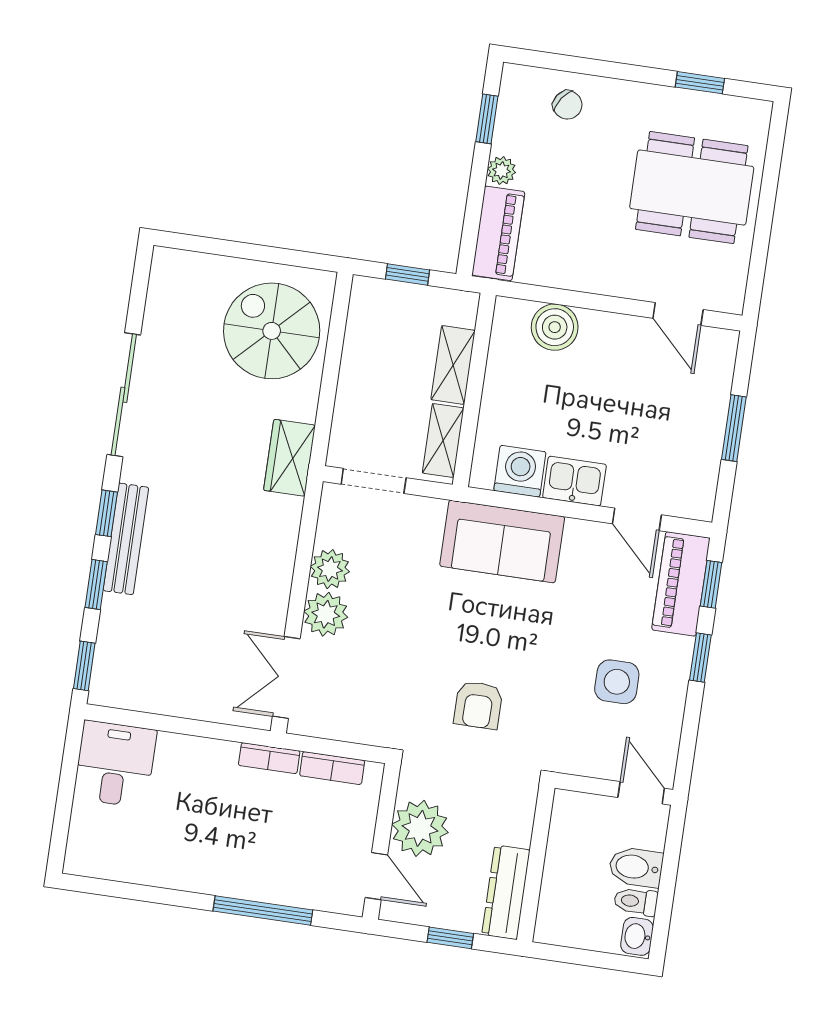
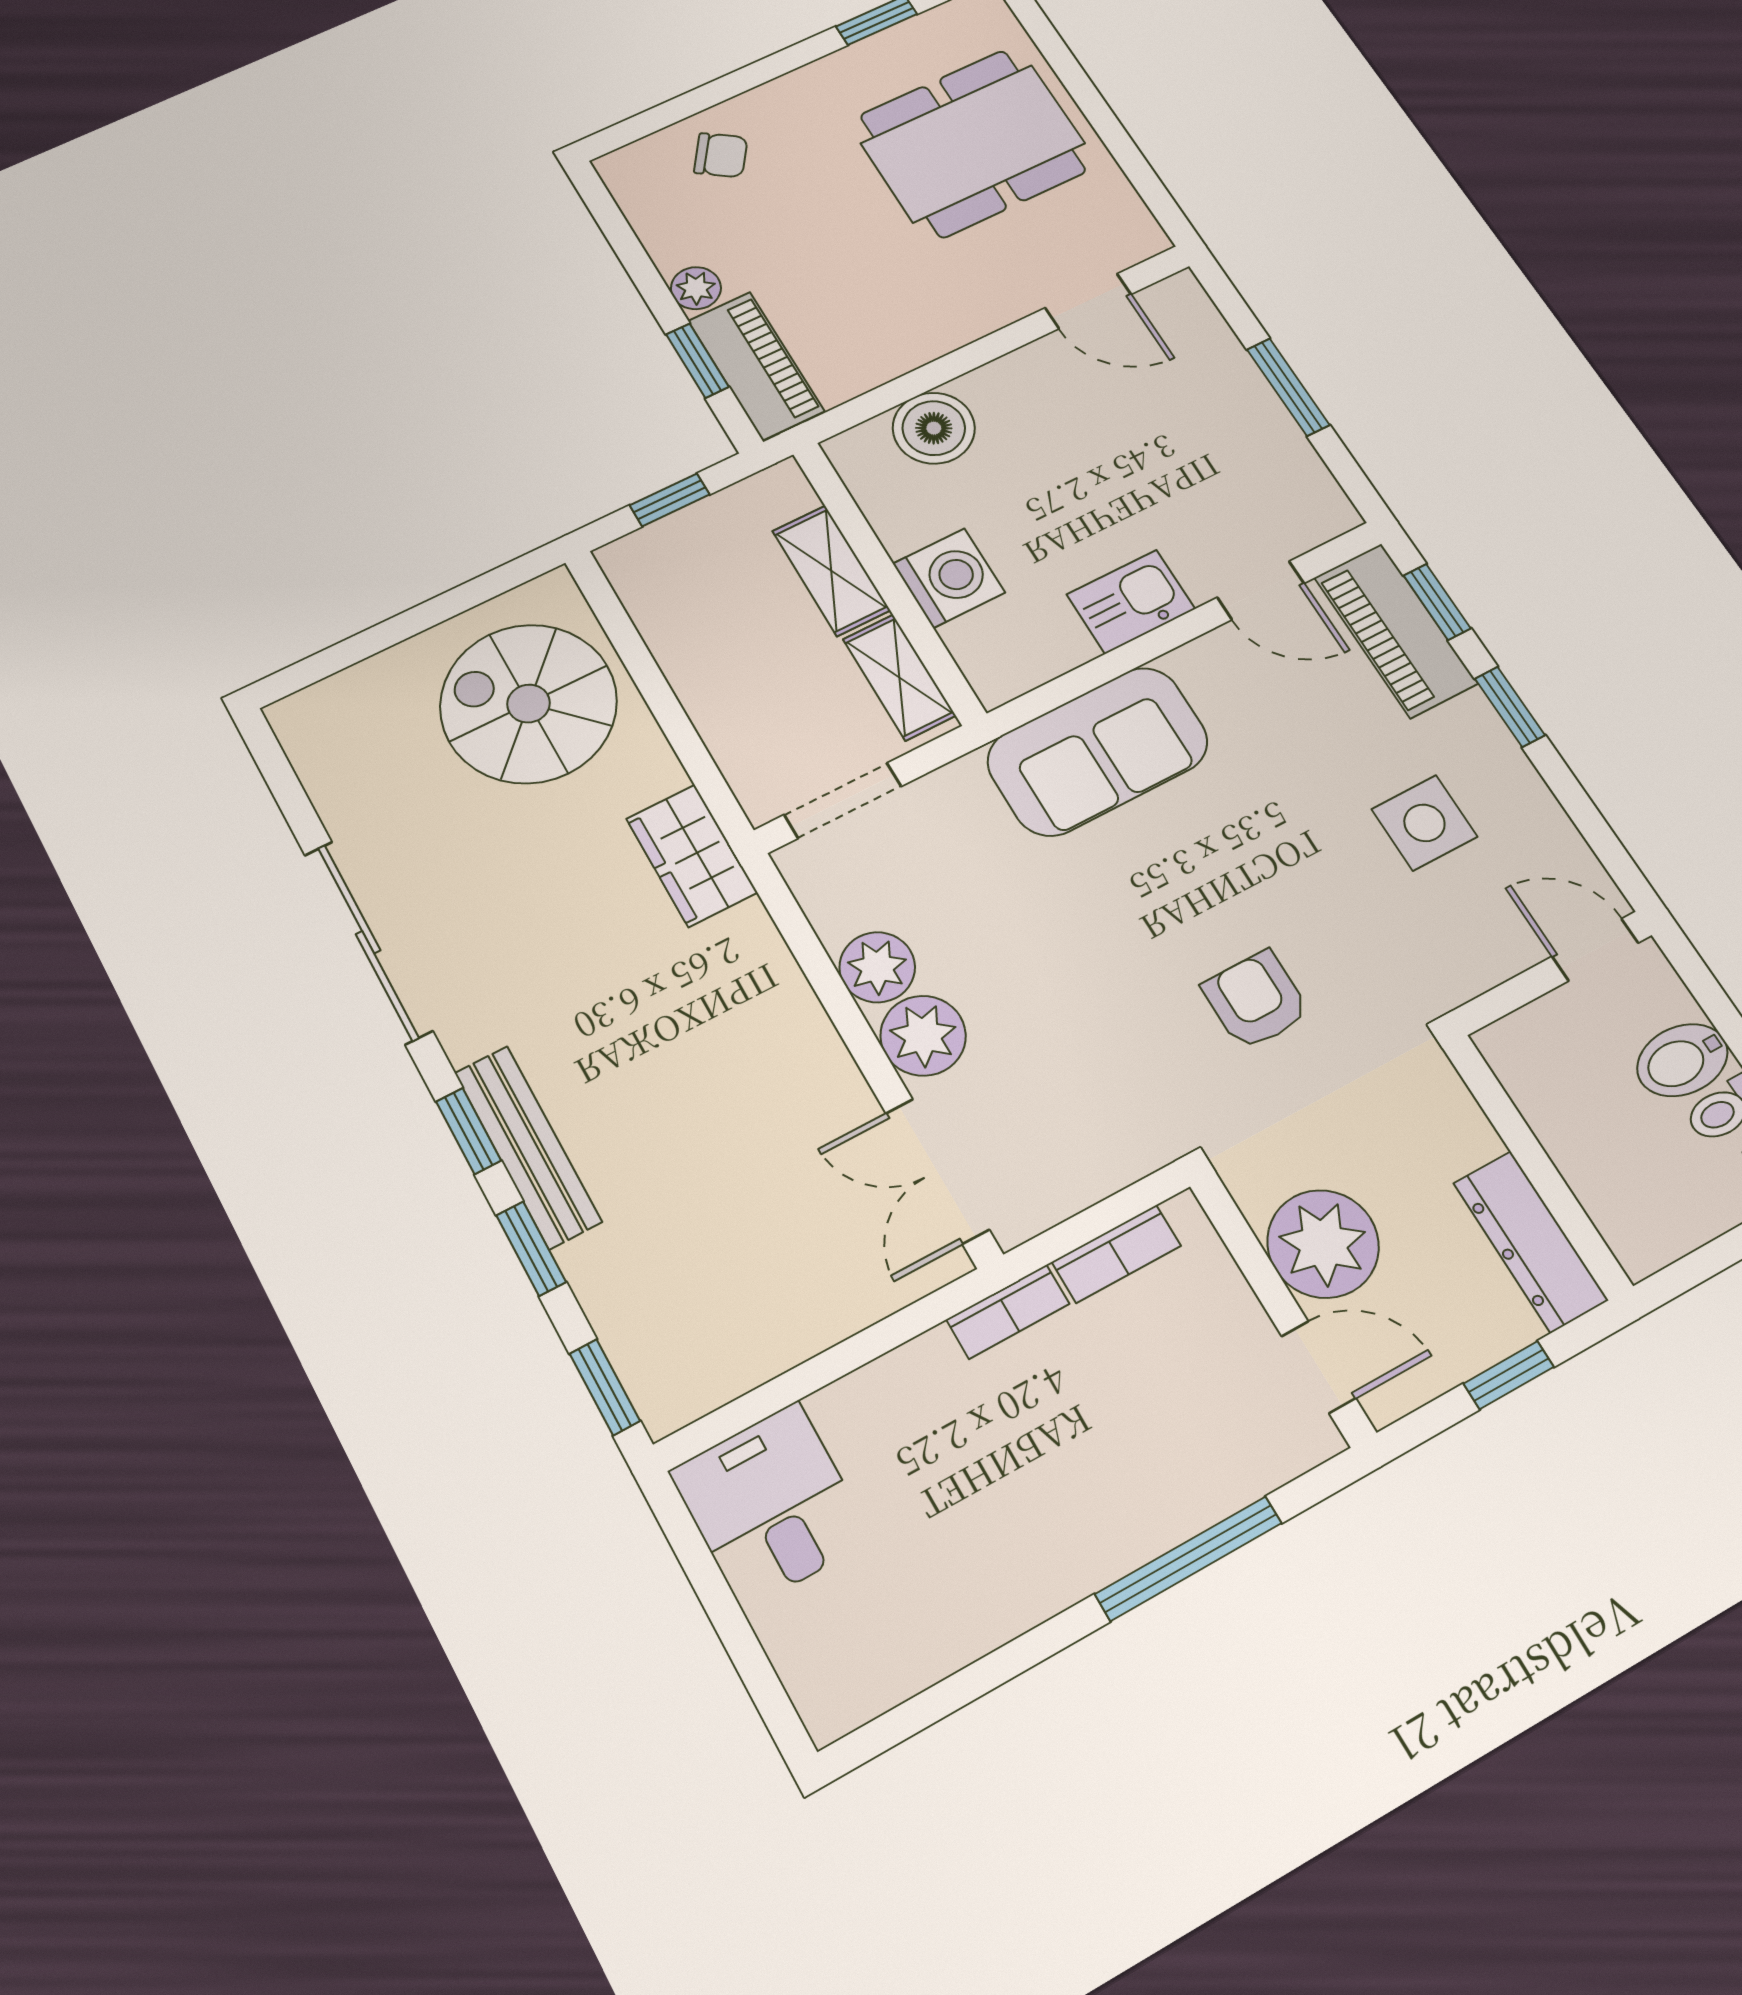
window: (487, 119) -> (697, 361), moved
washing machine: (520, 471) -> (949, 578), moved, turned 90
armchair: (478, 705) -> (1256, 1000), turned 180

